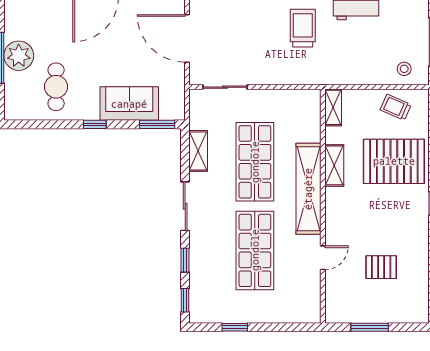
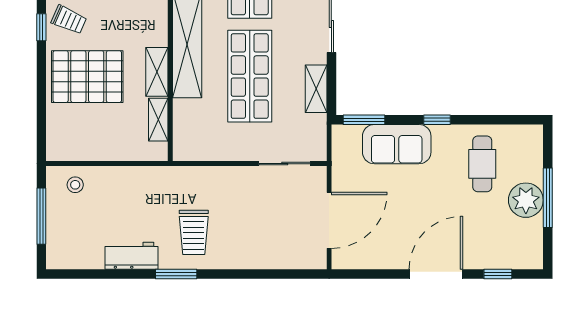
door: (187, 38) -> (329, 220), hinge flipped
shelving: (333, 107) -> (158, 120), moved
trolley: (396, 107) -> (69, 20), moved

